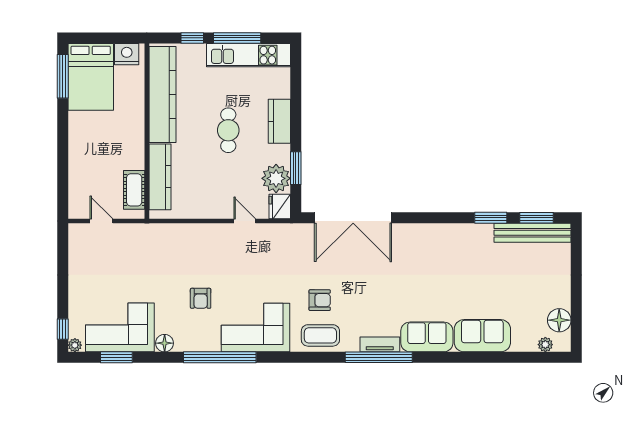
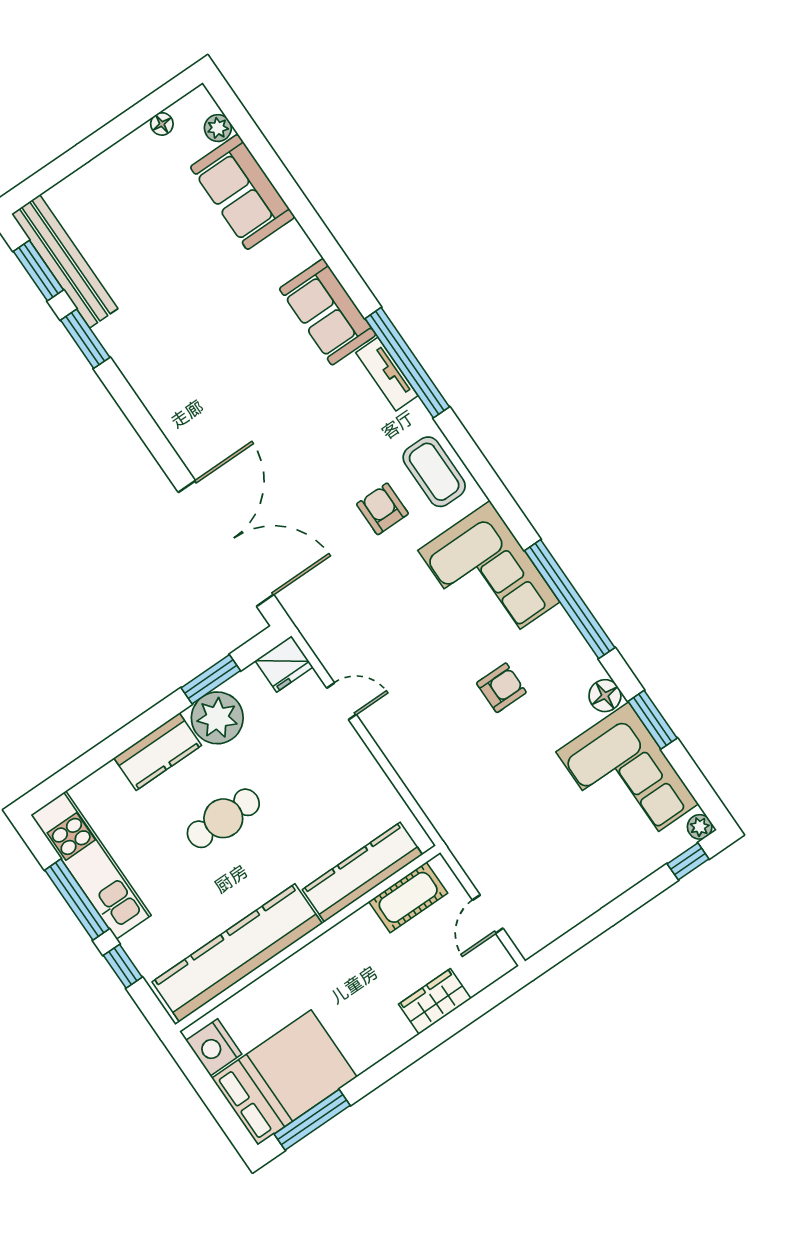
wardrobe: (78, 169) -> (435, 1001), added
plant: (276, 178) -> (217, 718), moved
door: (245, 221) -> (341, 701), swing flipped
floor lamp: (559, 320) -> (162, 124), width x0.53, depth x0.53
sofa: (482, 336) -> (243, 192), moved
window: (116, 357) -> (653, 720), moved

